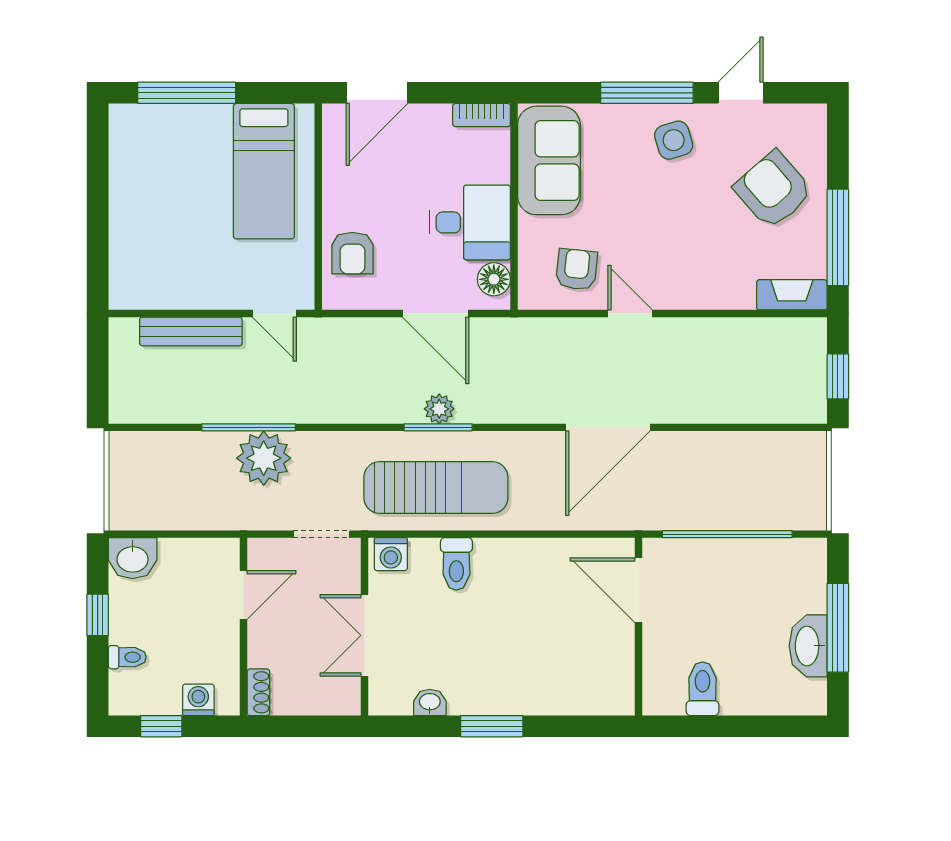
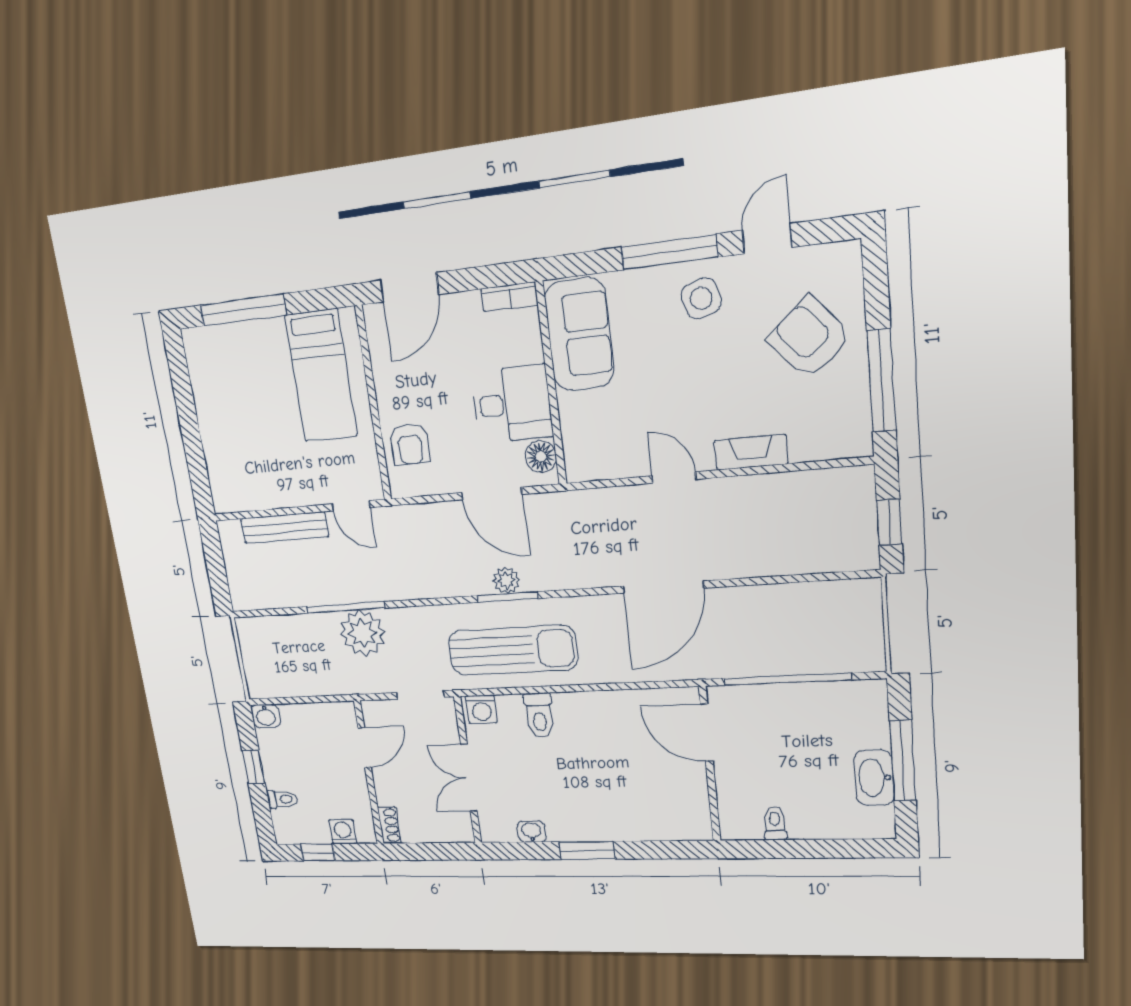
armchair: (577, 269) -> (618, 439), removed
fireplace: (792, 295) -> (751, 452), moved
washbasin: (133, 558) -> (266, 716), width x0.72, depth x0.69
toilet: (703, 689) -> (775, 823), width x0.73, depth x0.72

